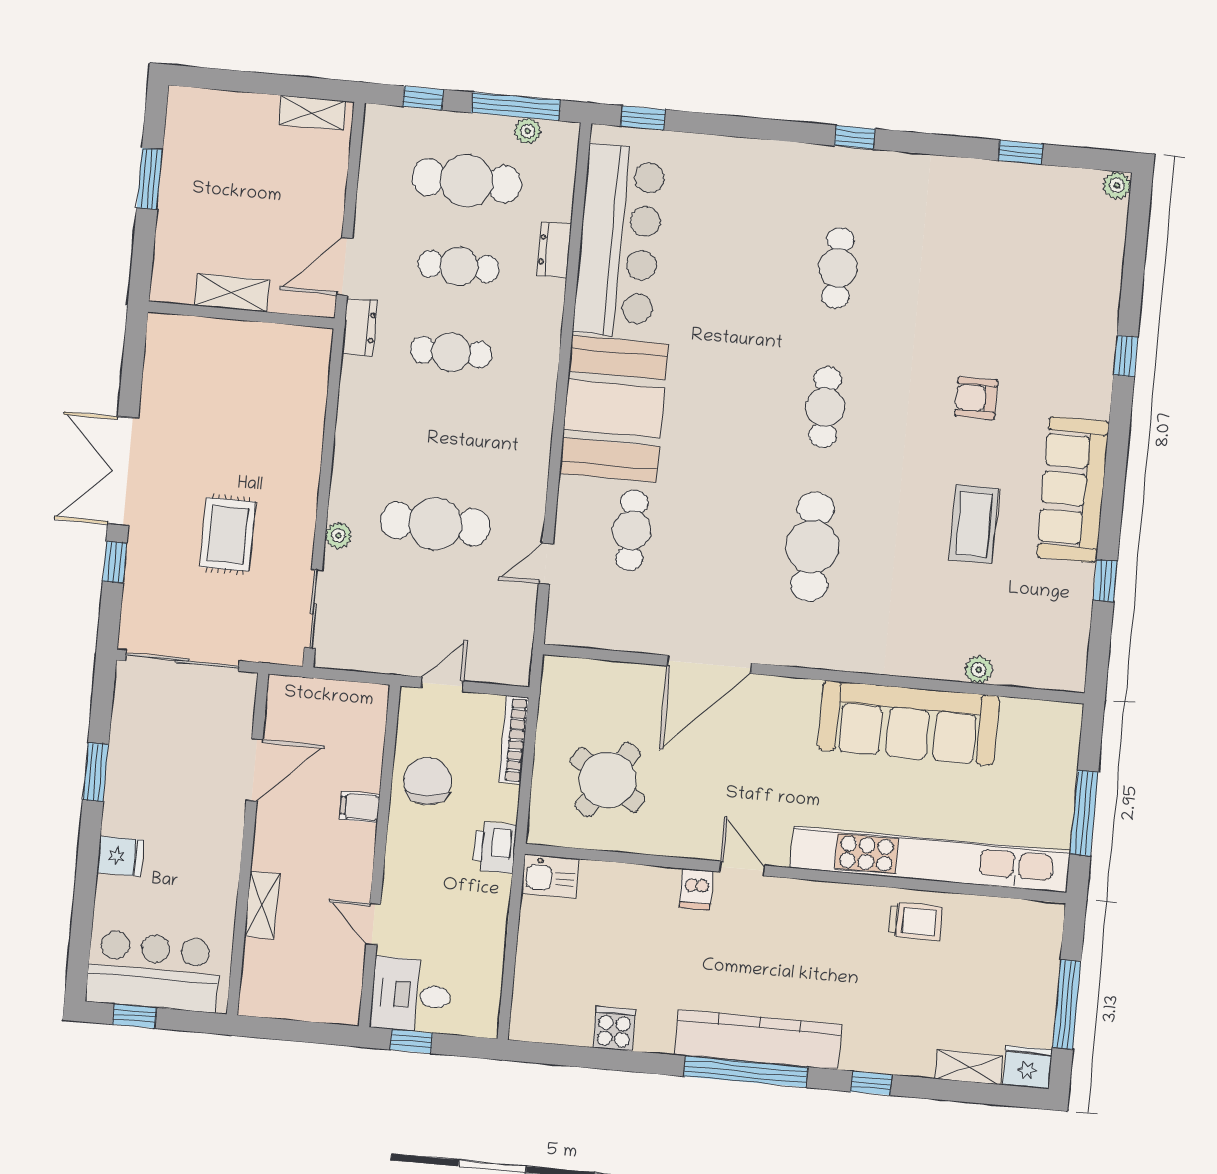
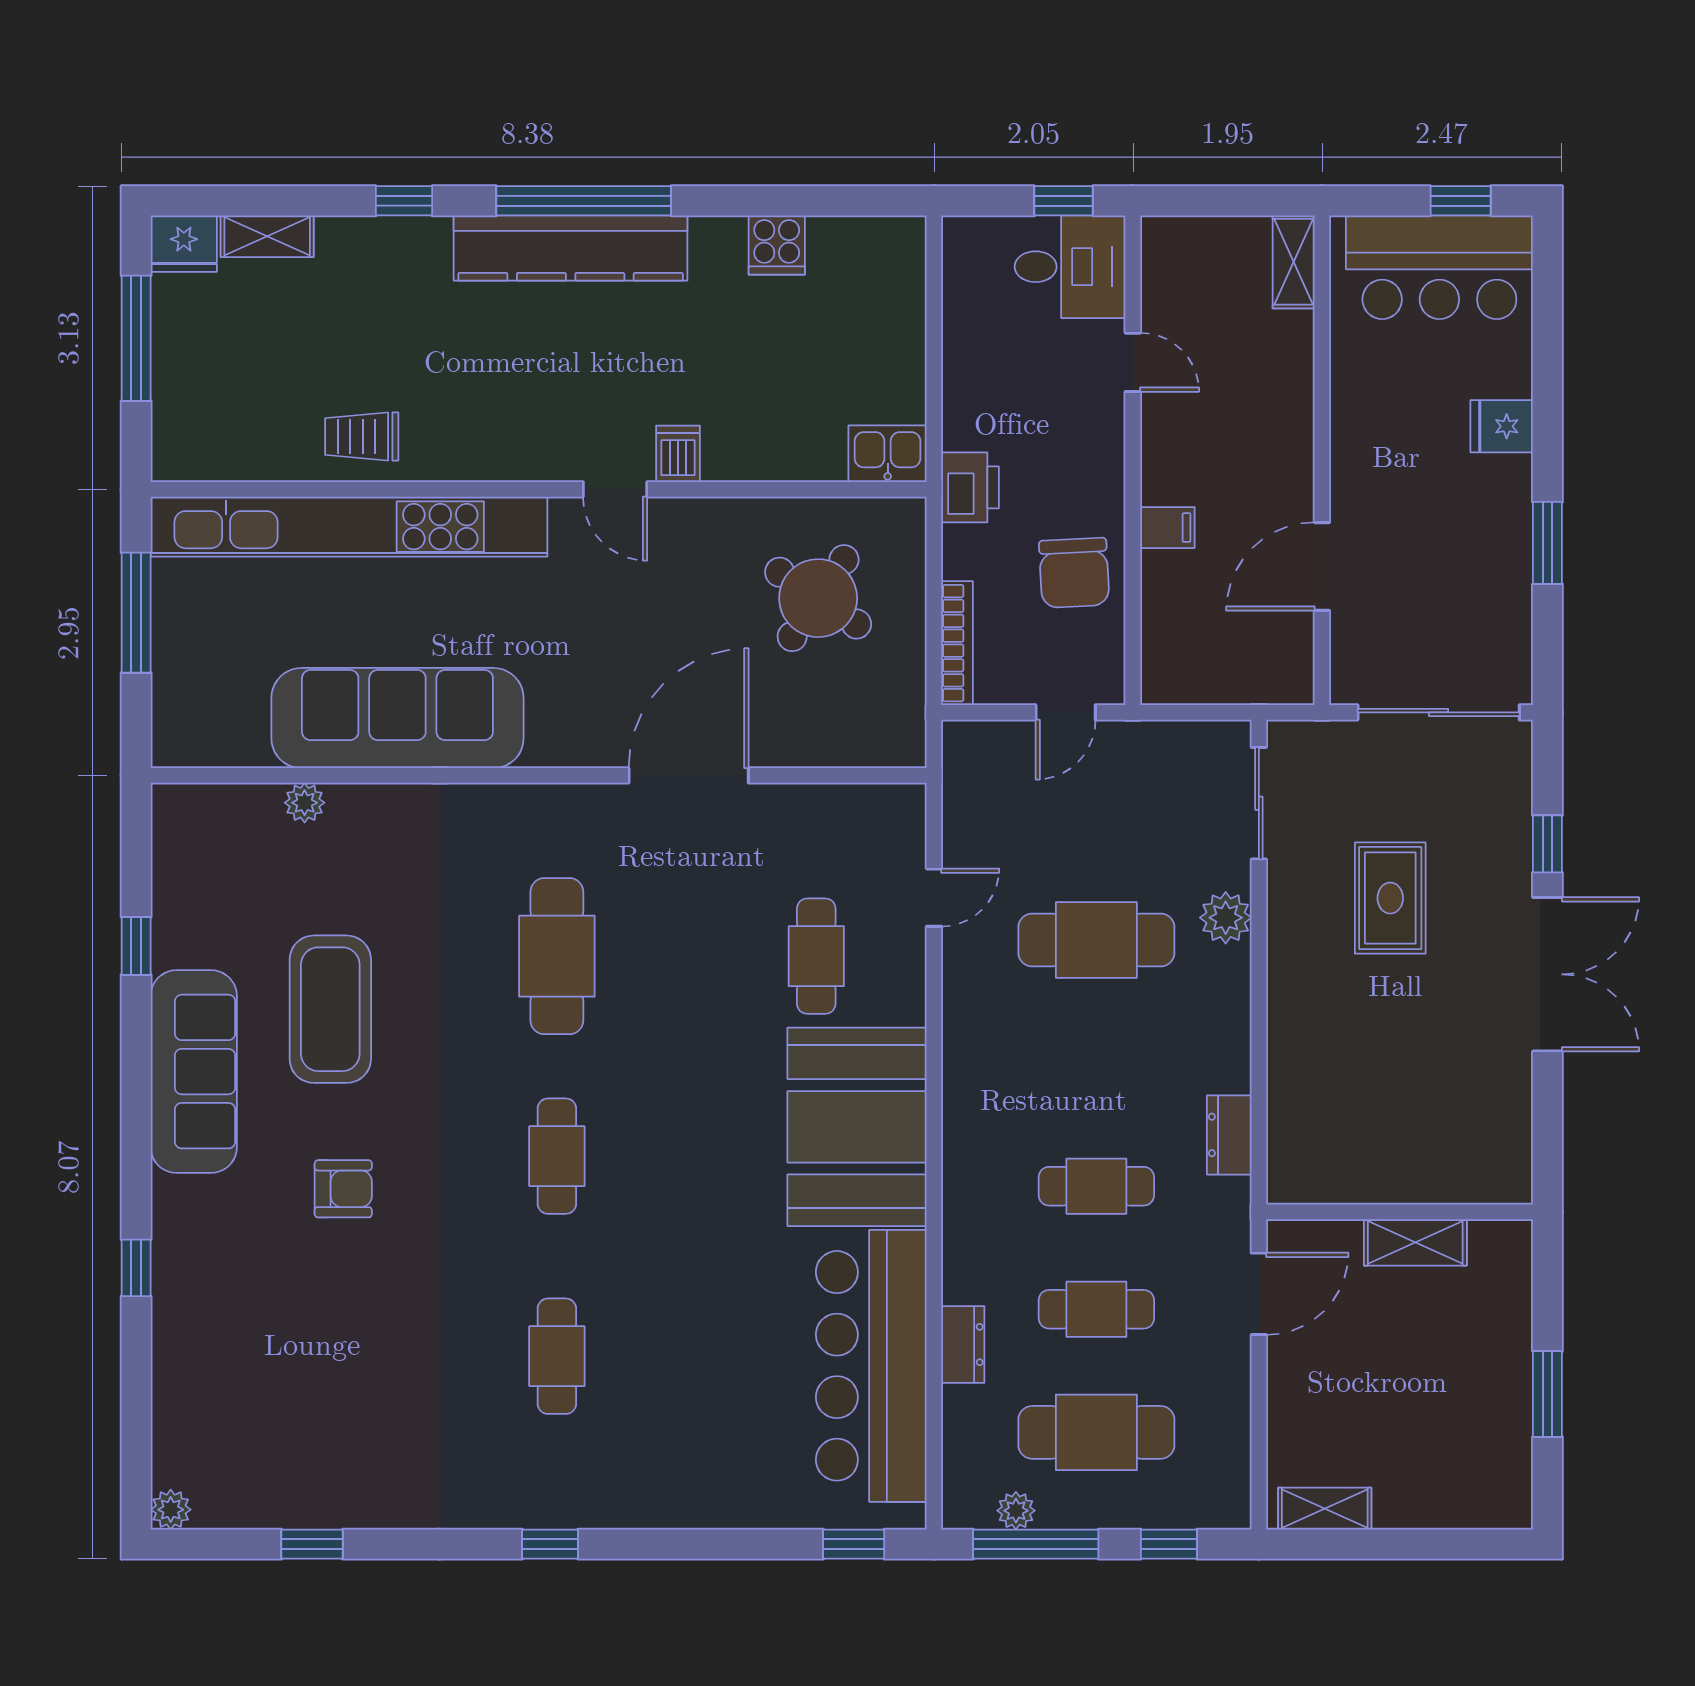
dresser: (360, 327) -> (1229, 1135), moved
coffee table: (974, 524) -> (330, 1009), width x1.36, depth x1.32
plant: (338, 536) -> (1226, 918), width x1.38, depth x1.38
shelving: (262, 905) -> (1294, 262), moved

